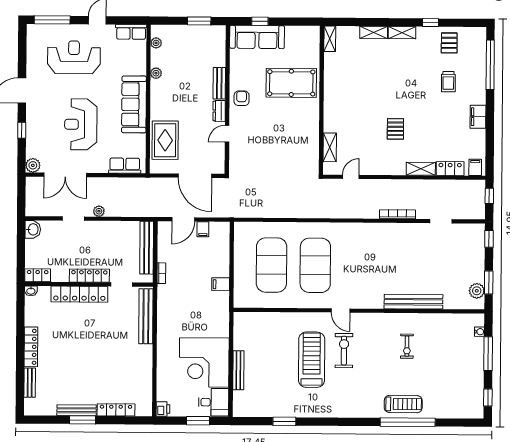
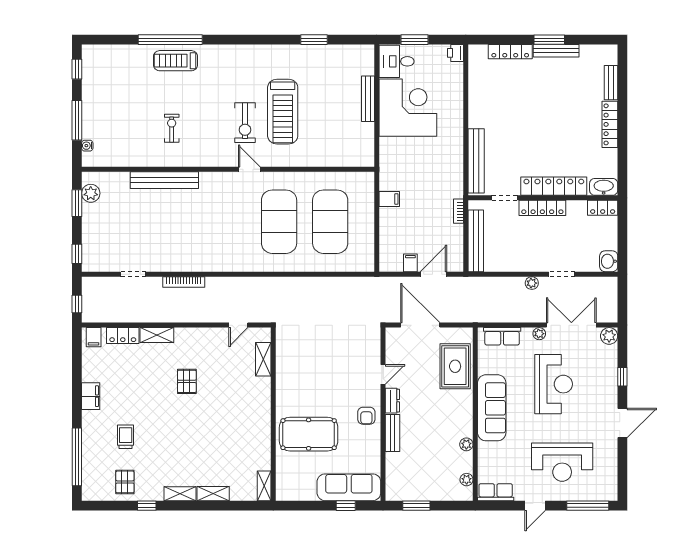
plant: (93, 168) -> (539, 334), added
washbasin: (31, 291) -> (604, 187), width x1.91, depth x1.45

